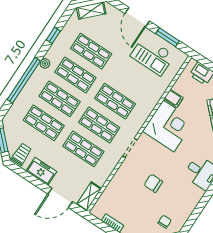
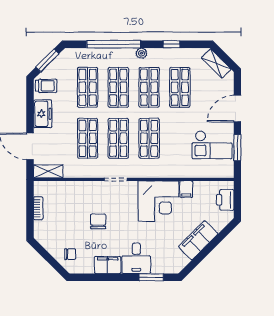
checkout: (152, 55) -> (212, 145), turned -90
filing cabinet: (192, 198) -> (108, 265), added

